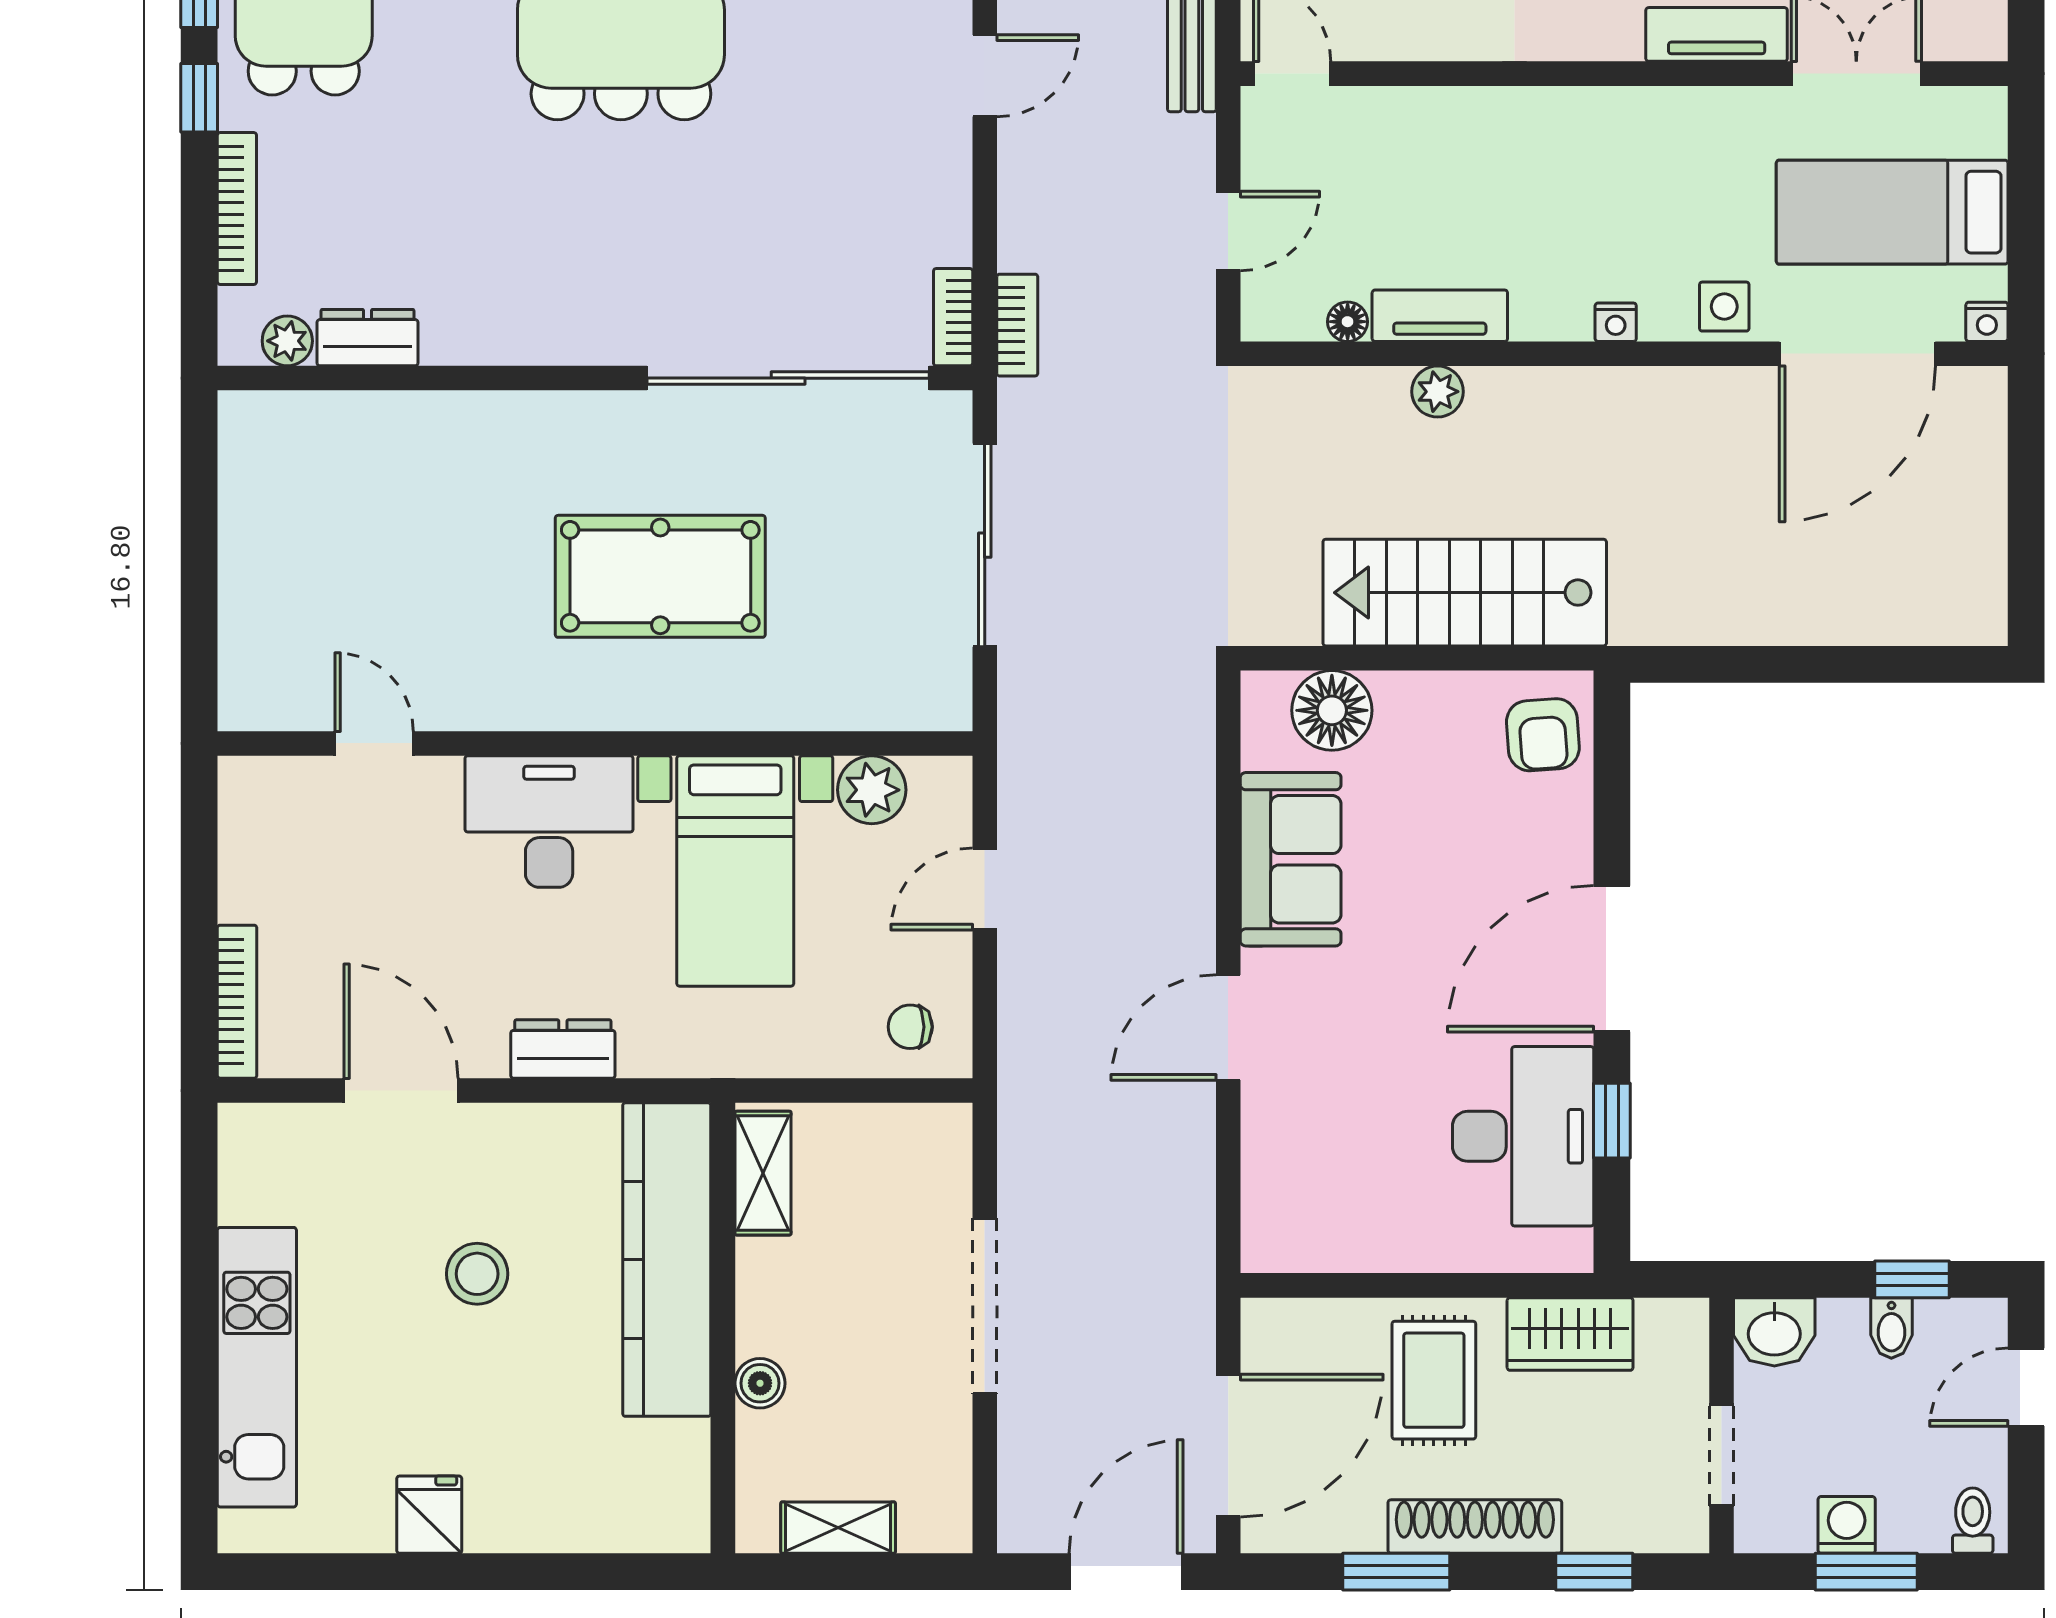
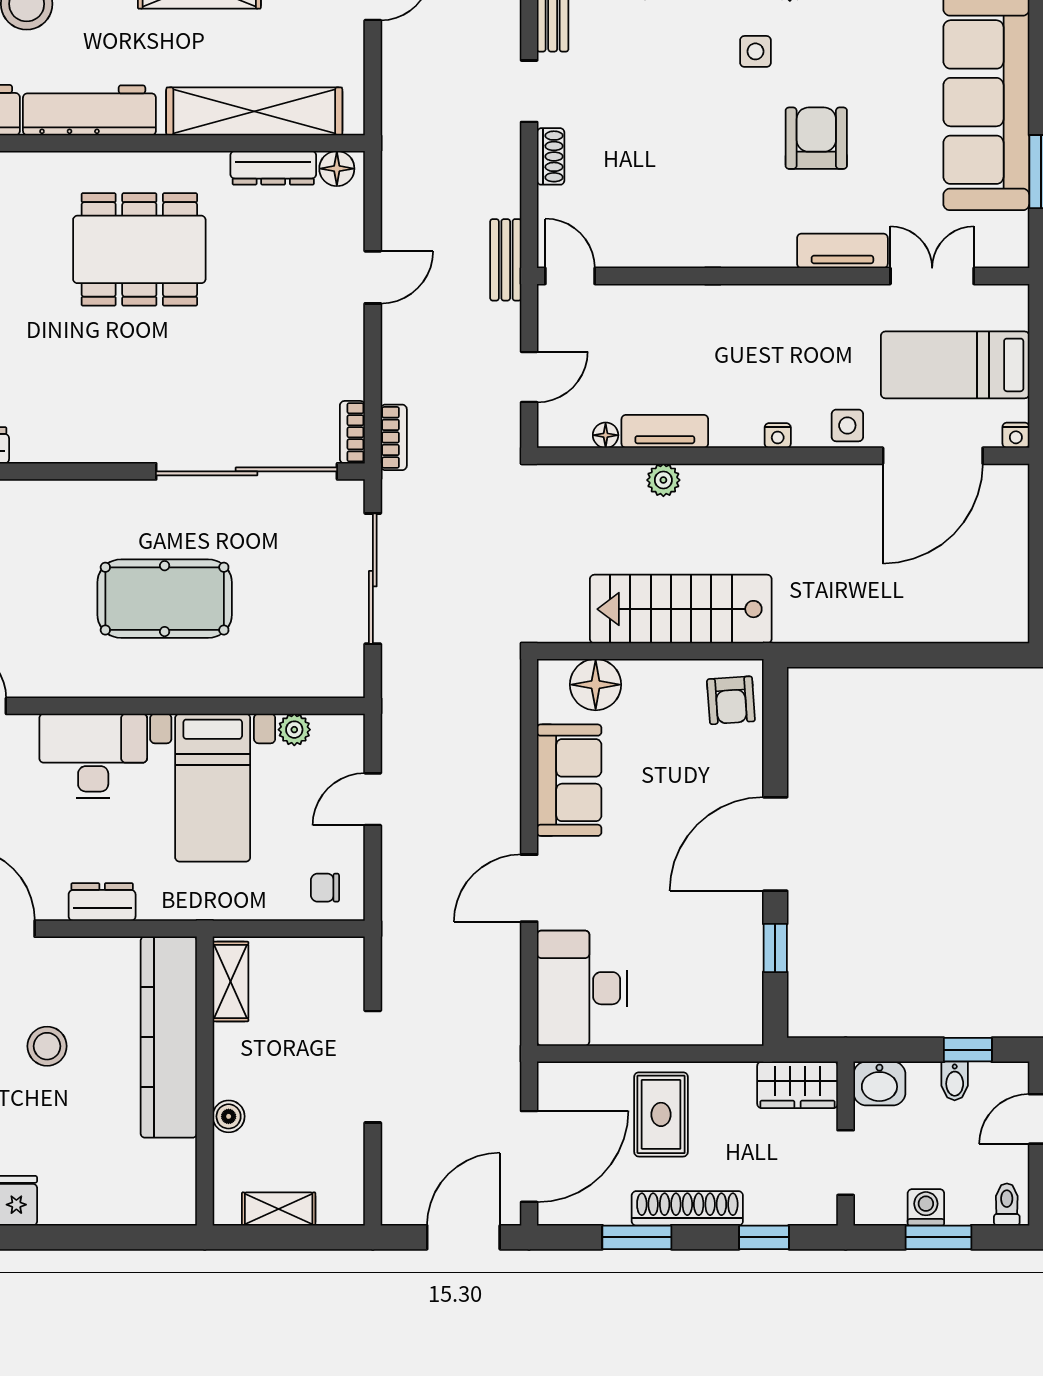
plant: (872, 790) -> (294, 730), width x0.73, depth x0.73
desk: (1523, 1136) -> (582, 988), moved, turned 180
wardrobe: (1570, 1334) -> (797, 1085), moved

